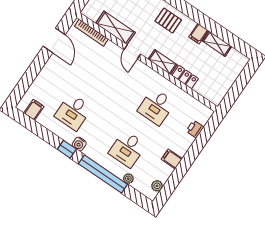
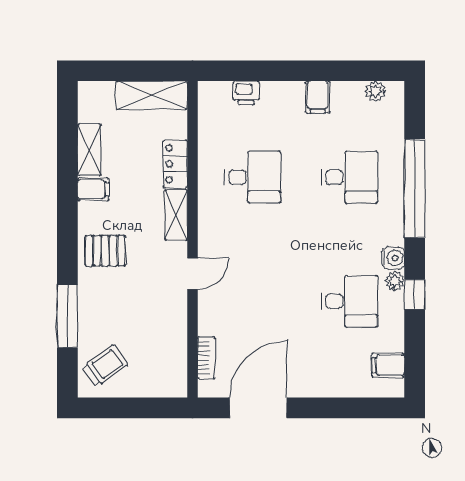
pallet: (168, 21) -> (105, 251), turned 90
shelving: (115, 28) -> (152, 95), moved, turned 90
bookcase: (91, 33) -> (206, 358), width x0.64
door: (54, 40) -> (258, 408), width x1.36
window: (67, 149) -> (415, 294), moved
plant: (128, 179) -> (395, 281), moved

